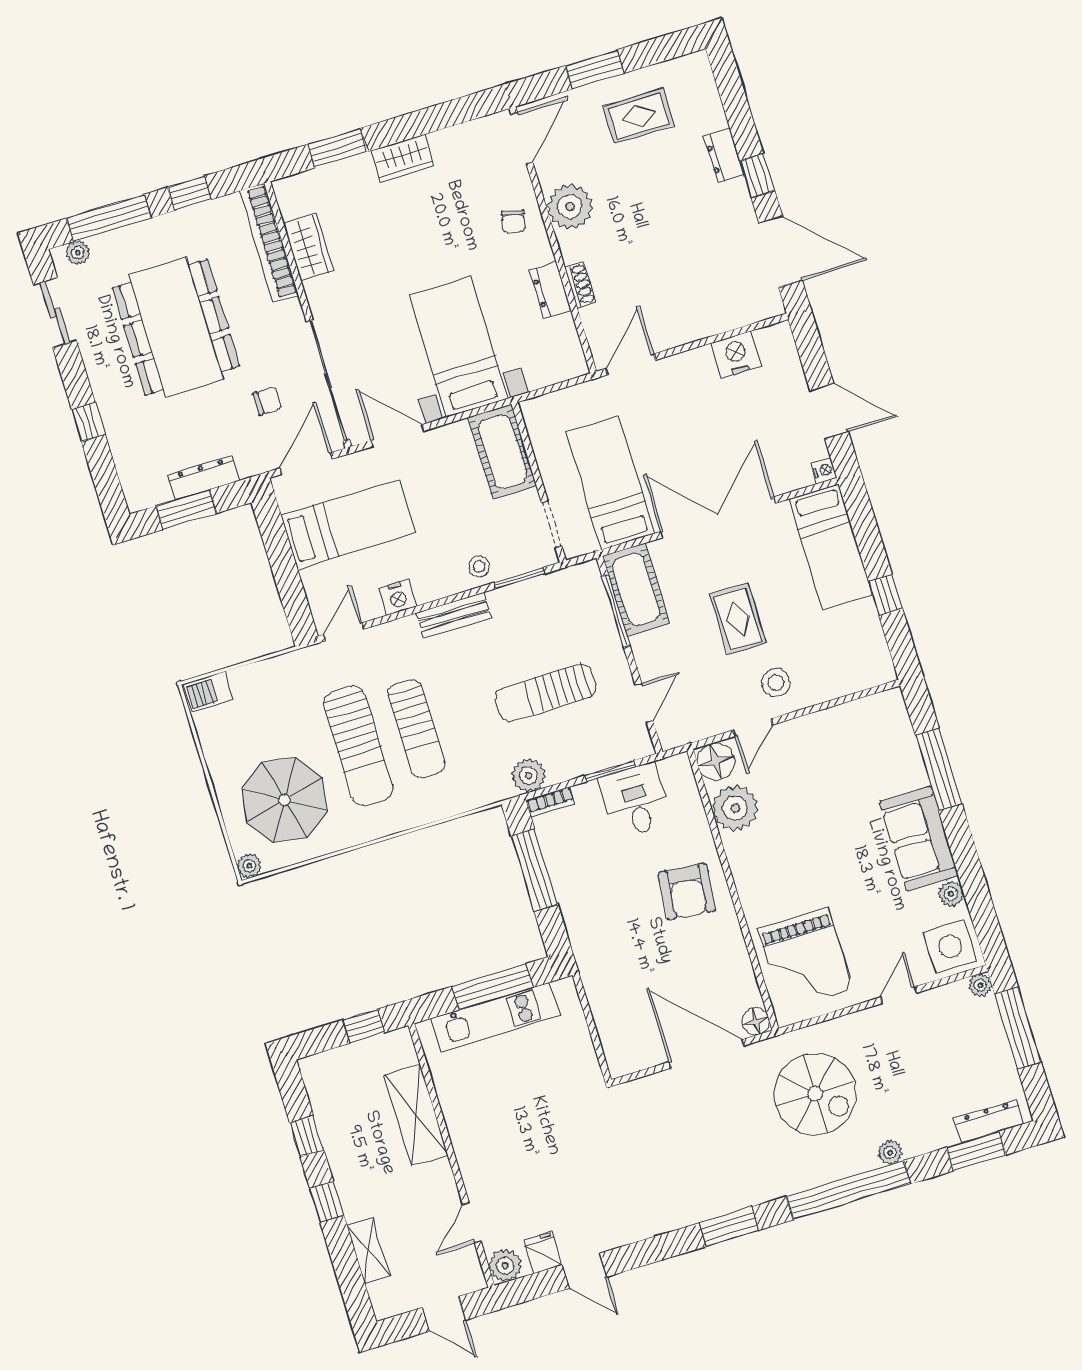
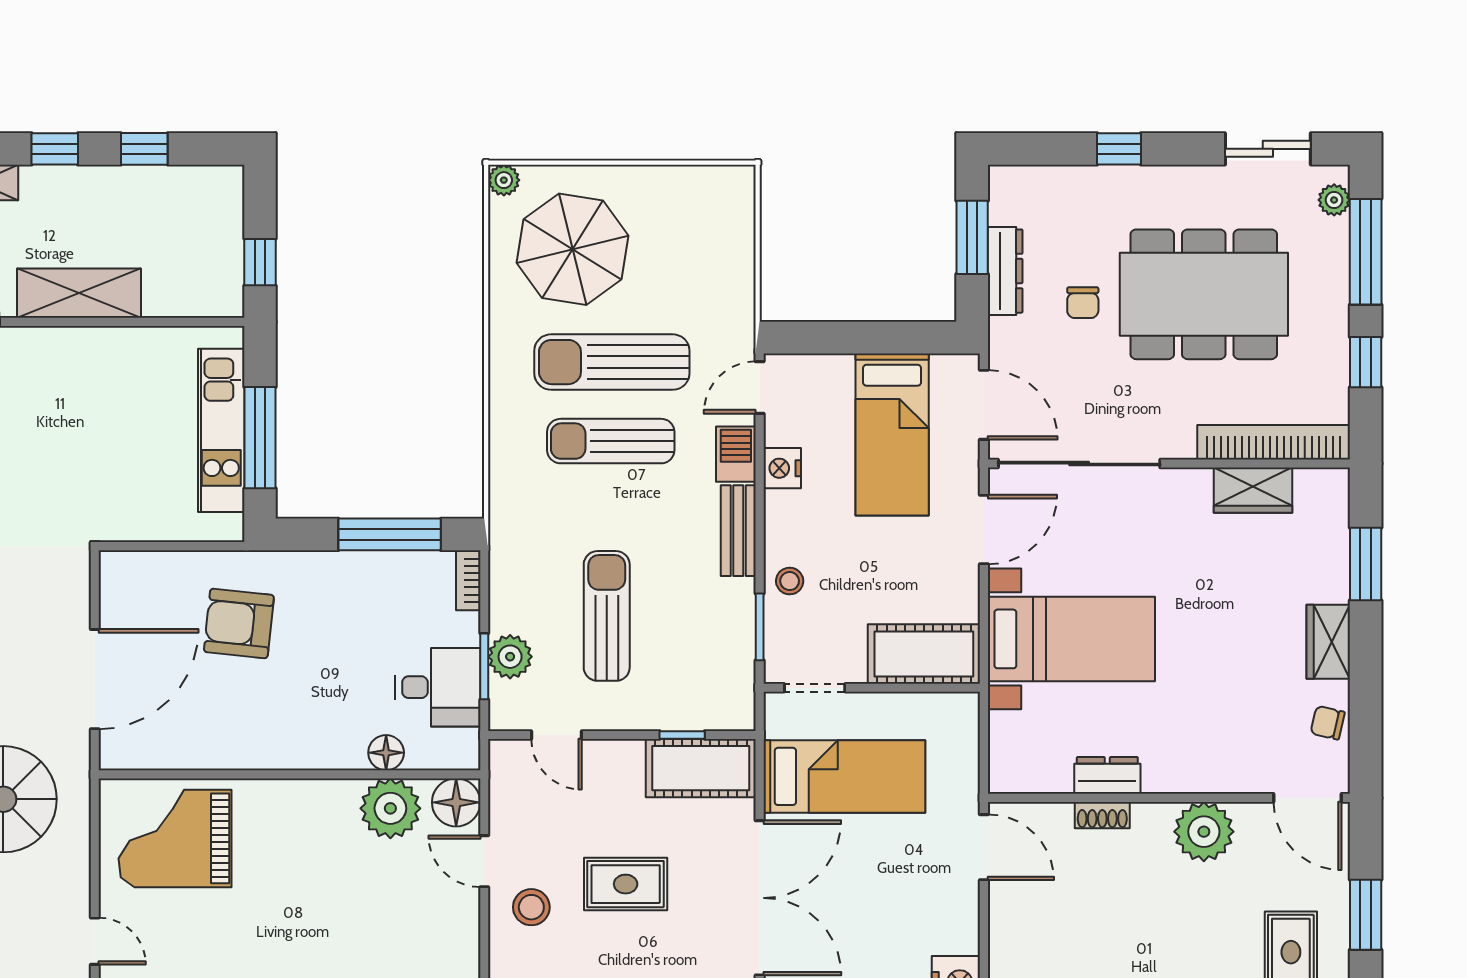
chair: (513, 221) -> (1328, 723), moved
chair: (267, 401) -> (1083, 303), moved
window: (616, 611) -> (682, 735), width x0.46
door: (344, 632) -> (760, 387), swing flipped
barbecue: (208, 692) -> (736, 454), moved
plant: (529, 775) -> (510, 657), moved
armchair: (687, 892) -> (239, 623), moved
floor lamp: (756, 1021) -> (386, 753), moved
shelving: (416, 1115) -> (79, 293), moved

